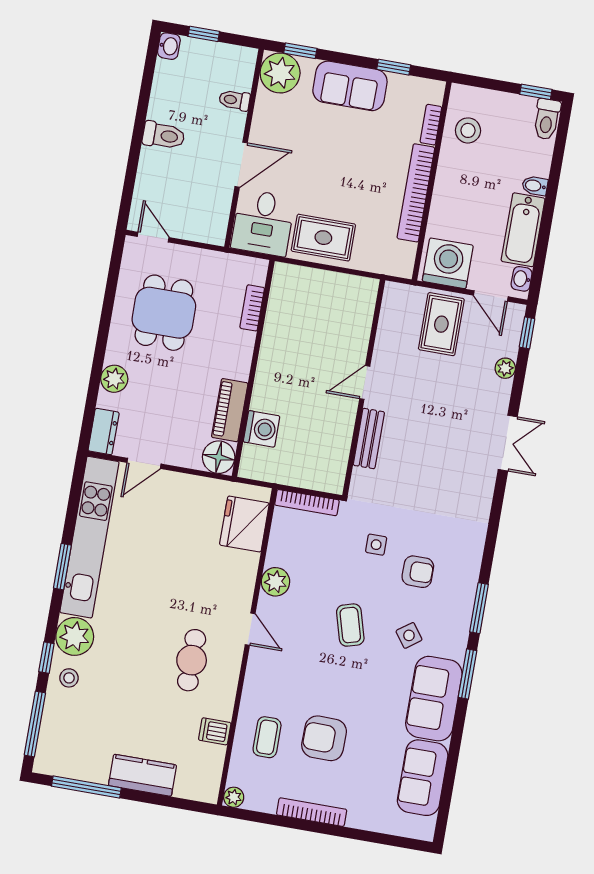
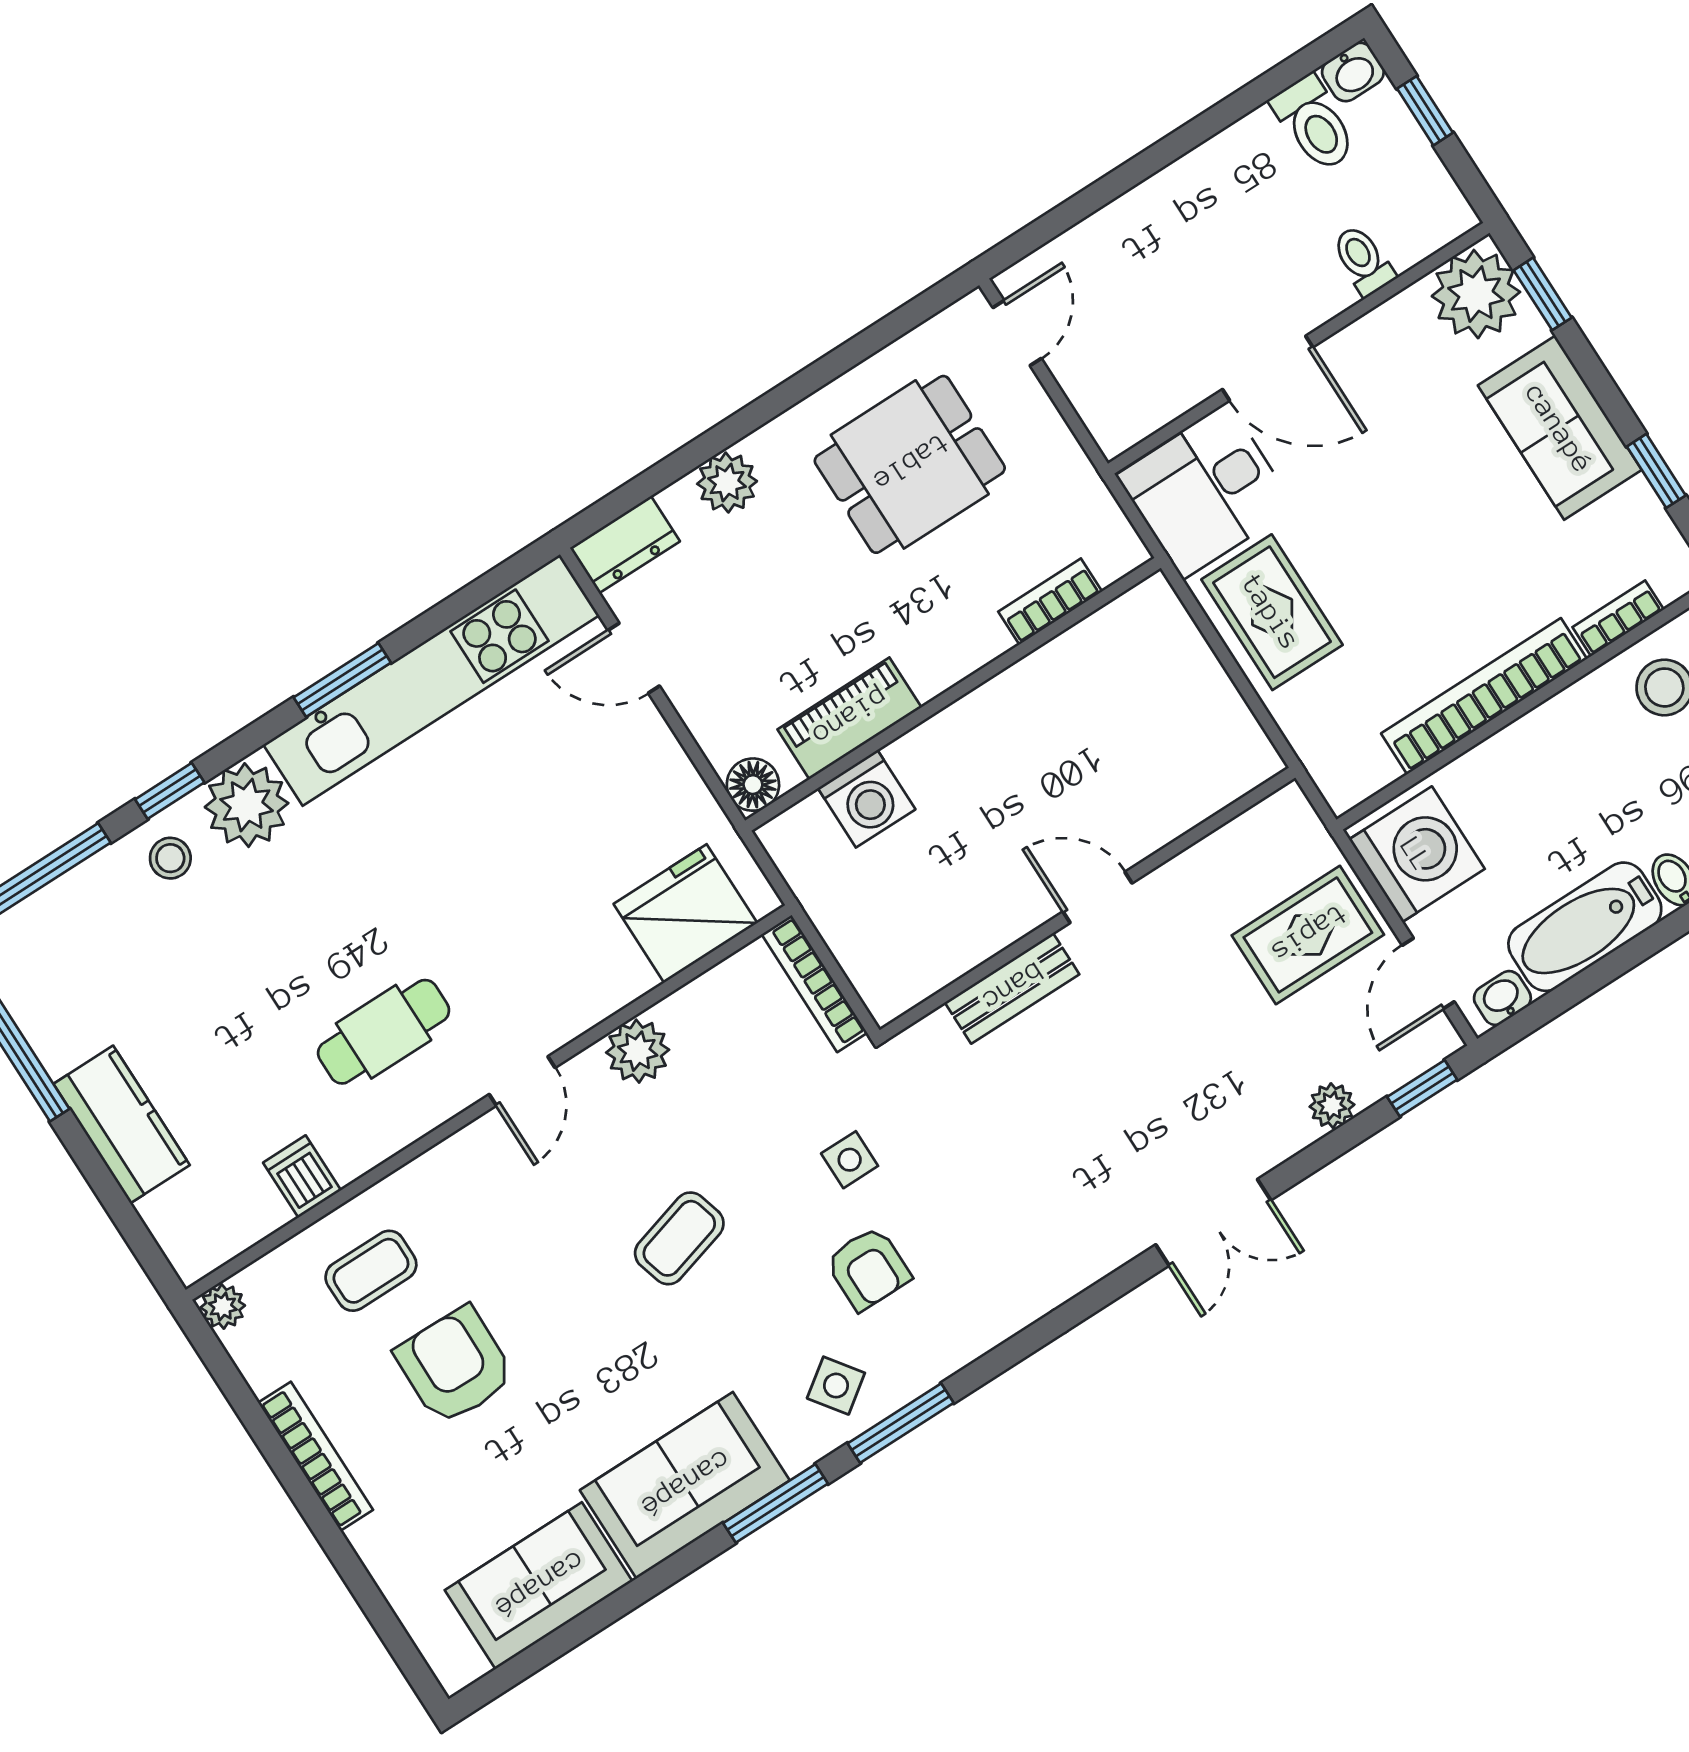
toilet: (164, 136) -> (1314, 124), moved
floor lamp: (219, 457) -> (753, 785), width x0.73, depth x0.73
side table: (409, 635) -> (836, 1386), moved

